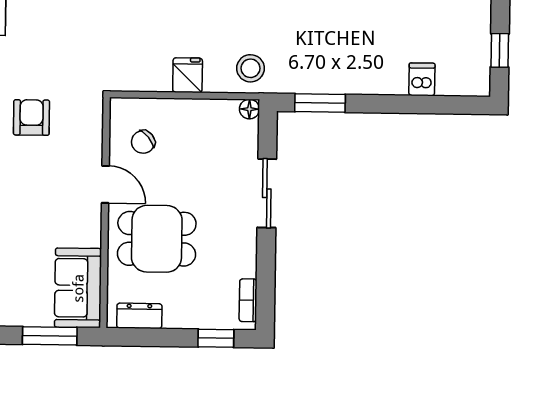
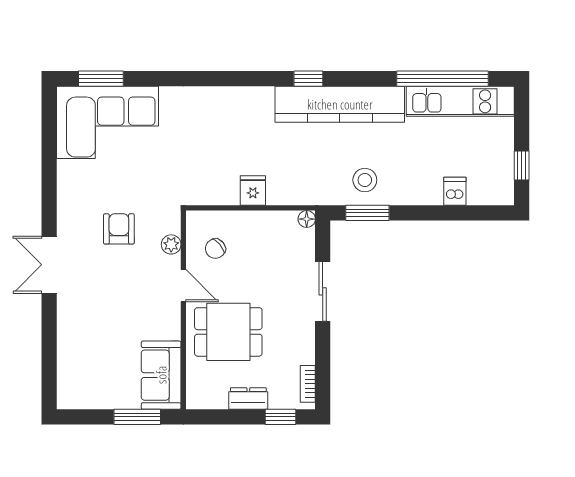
stool: (251, 68) -> (365, 180), moved
plant: (92, 136) -> (171, 244), added
dresser: (139, 316) -> (248, 399), moved

